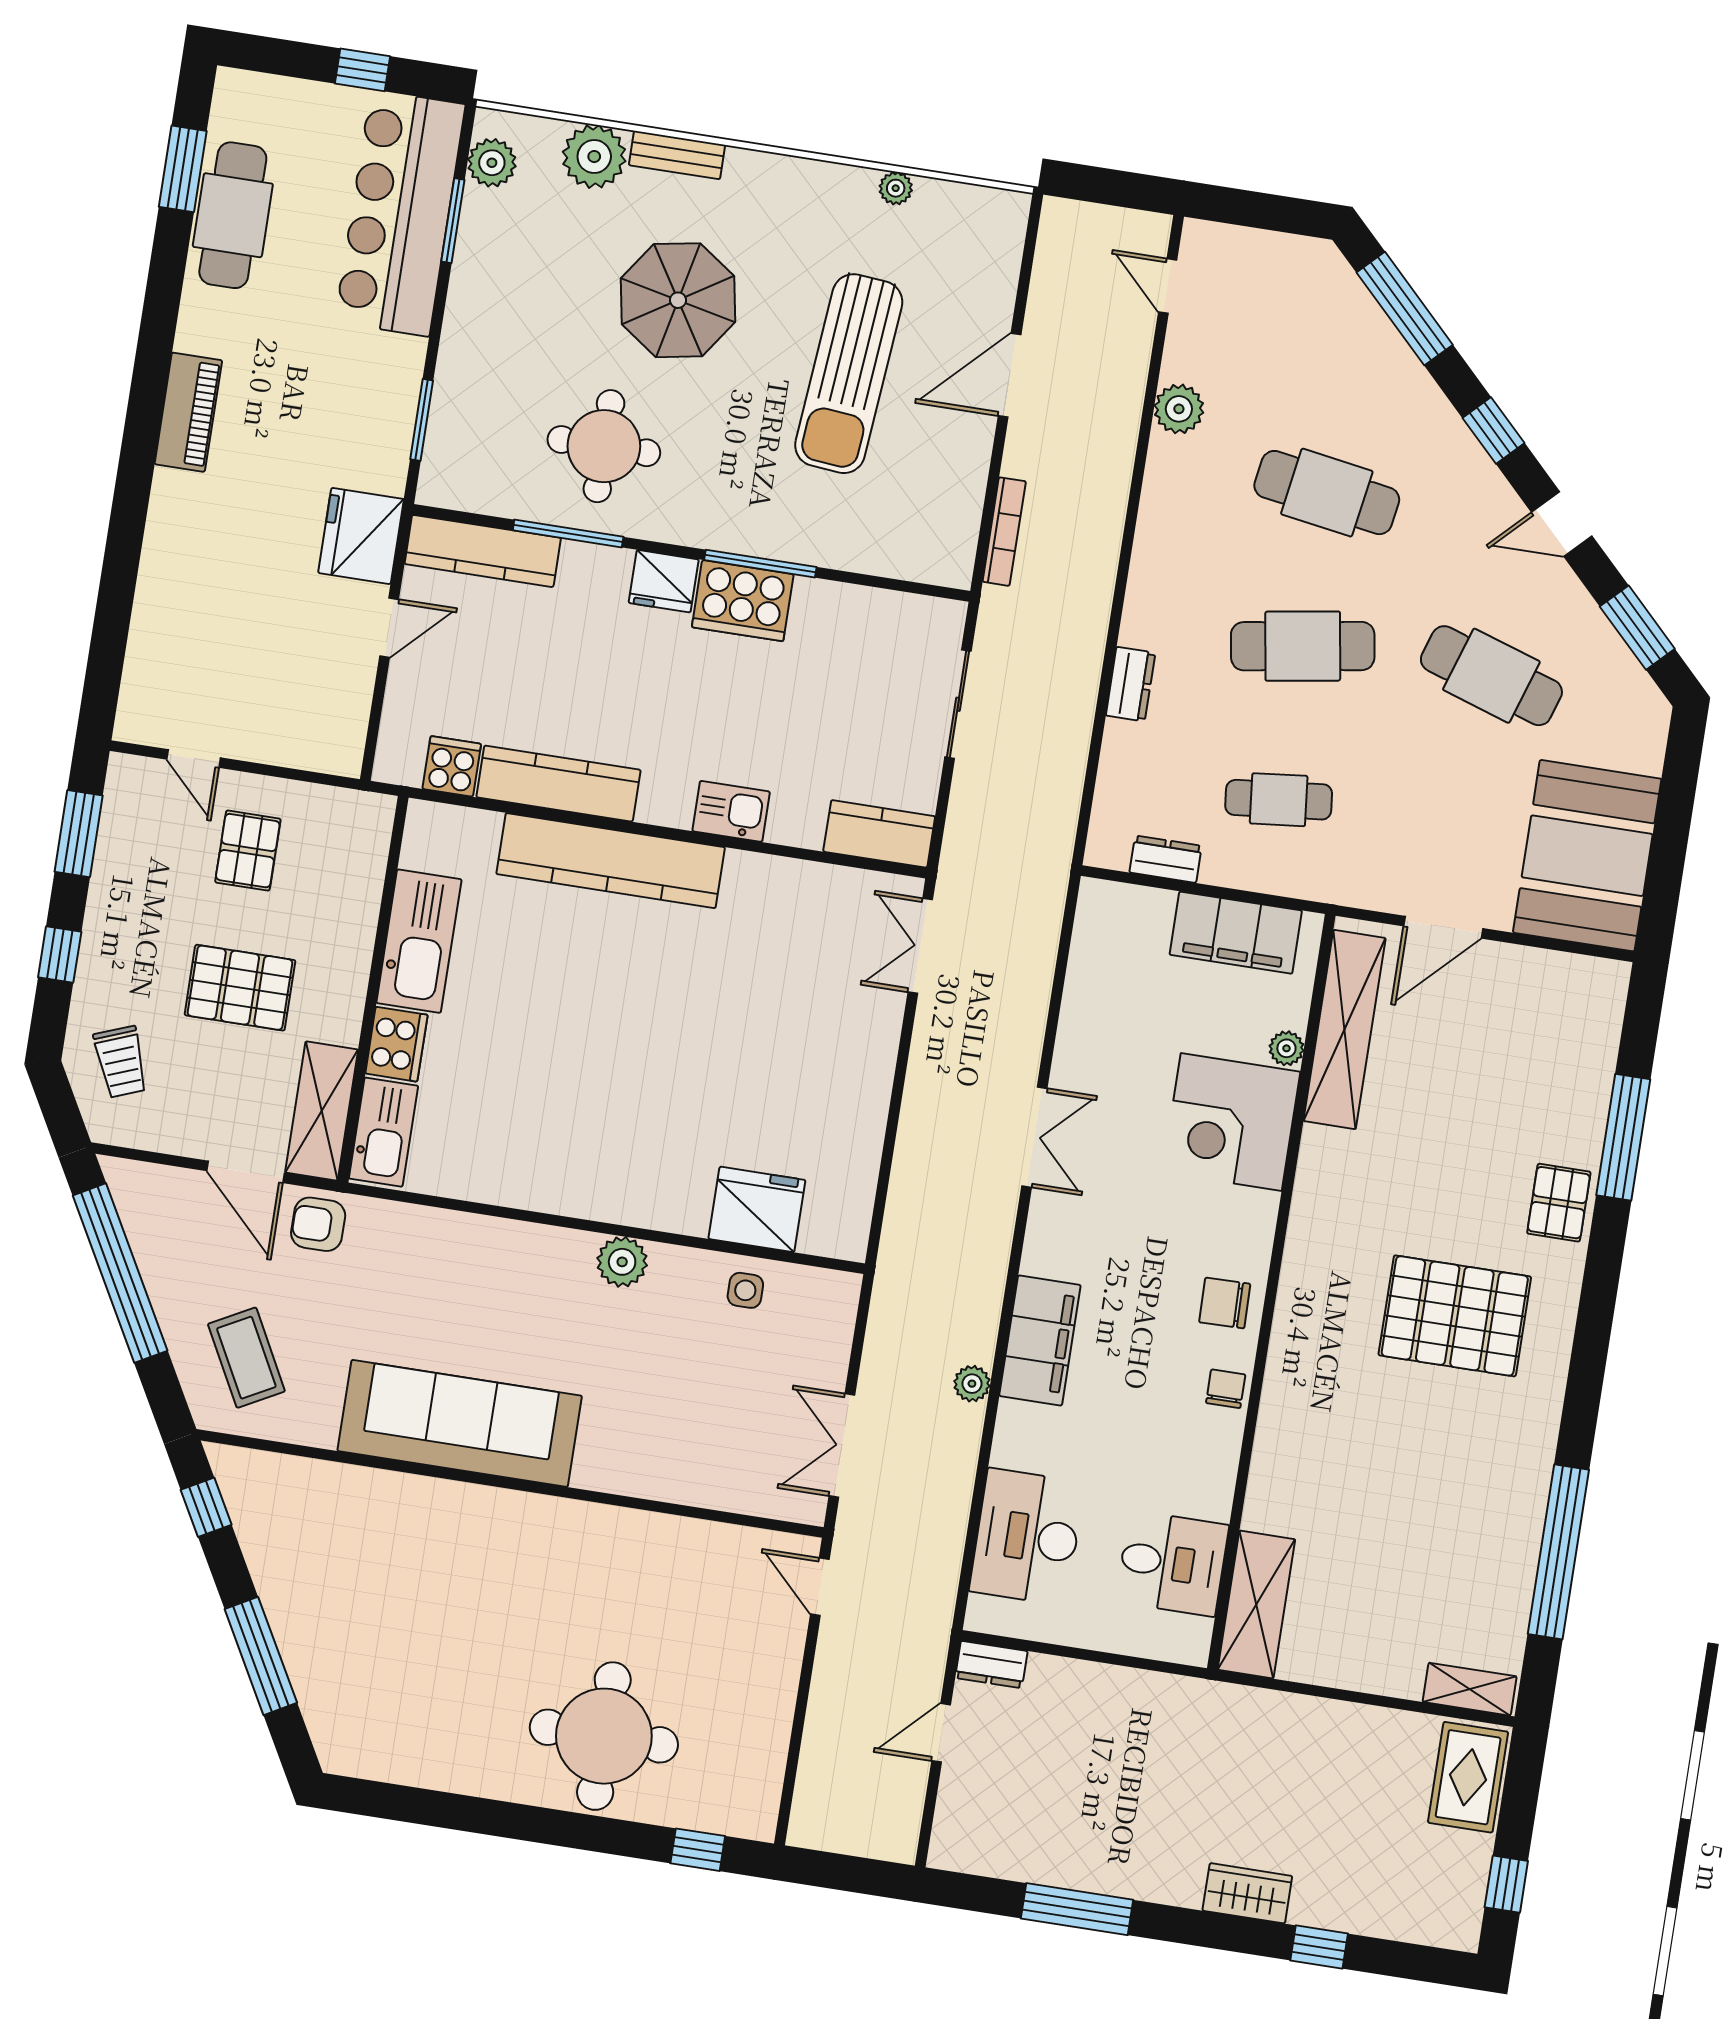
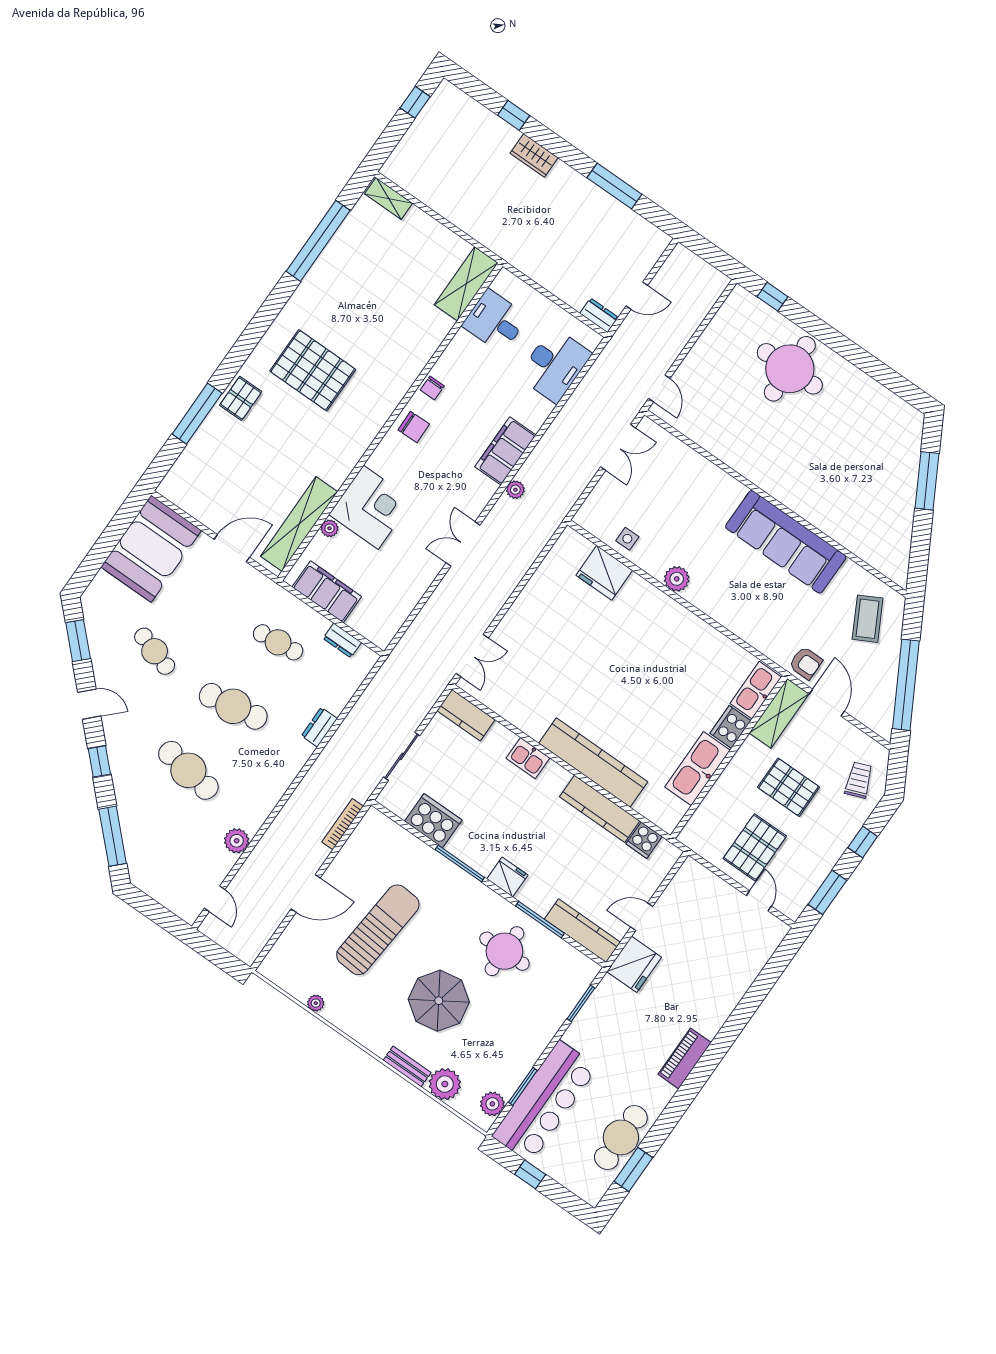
cooker: (743, 601) -> (433, 821), moved
cafe table: (1491, 676) -> (155, 651), width x0.73, depth x0.74
pallet: (248, 851) -> (755, 847), width x1.50, depth x1.42
plant: (972, 1384) -> (515, 490), moved
window: (206, 1507) -> (919, 560), removed
rug: (1468, 1777) -> (409, 159), removed

